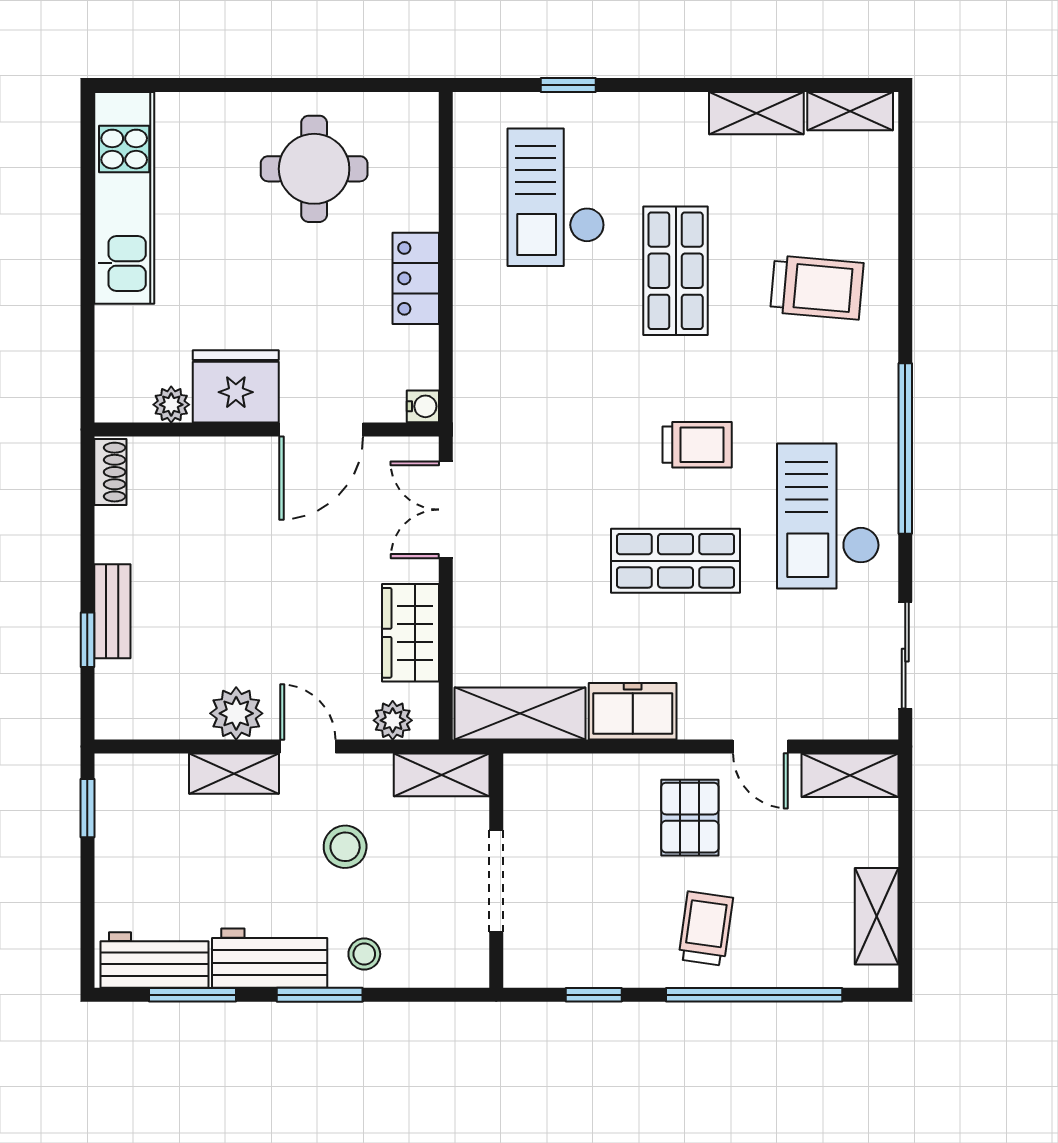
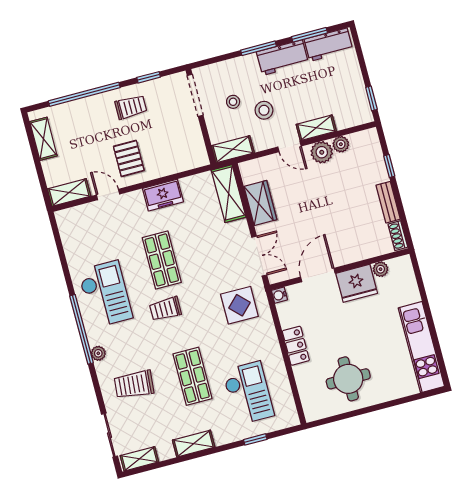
shelving: (756, 113) -> (194, 444), moved
plant: (881, 382) -> (98, 353), added
display table: (522, 407) -> (239, 305), added
shop shelf: (676, 561) -> (162, 260), turned 90
bench: (112, 611) -> (388, 202), moved
sliding door: (905, 655) -> (109, 435), moved
shelving: (520, 714) -> (229, 194), moved, turned 90
plant: (393, 720) -> (341, 144), moved
doorway: (496, 881) -> (195, 95), moved
trolley: (706, 929) -> (131, 107), moved, turned -98
stool: (364, 954) -> (233, 102), moved

